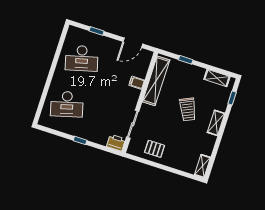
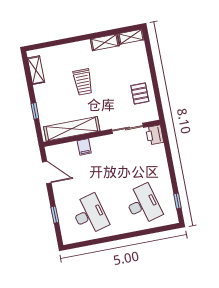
window: (232, 98) -> (48, 44), removed
trolley: (188, 109) -> (83, 82), turned 115
shelving: (216, 123) -> (105, 42), moved
window: (80, 140) -> (177, 201), moved

